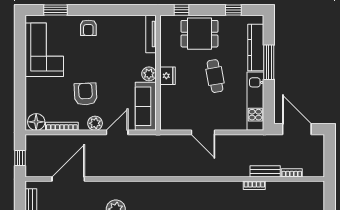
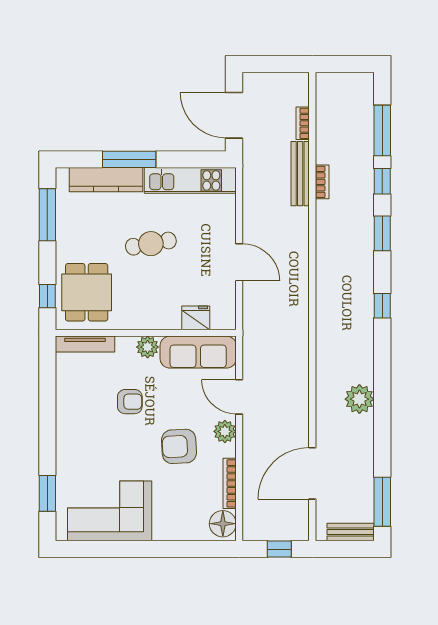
window: (233, 10) -> (47, 215), width x2.17
armchair: (88, 28) -> (130, 402), moved
dining table: (199, 34) -> (87, 292), moved
fridge: (168, 76) -> (196, 318), moved
door: (297, 129) -> (234, 115), hinge flipped
door: (203, 132) -> (239, 262), hinge flipped
bench: (265, 171) -> (300, 174), width x1.36
door: (68, 179) -> (312, 473), hinge flipped

